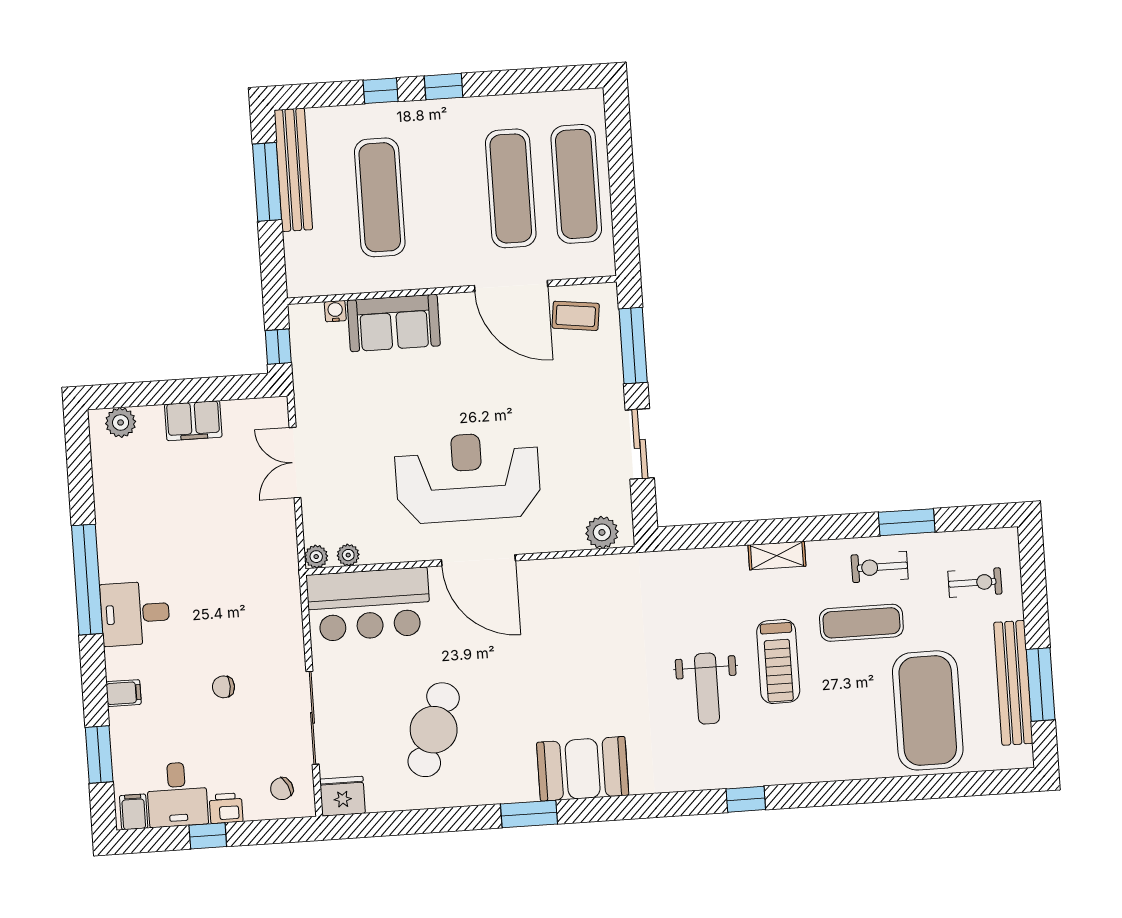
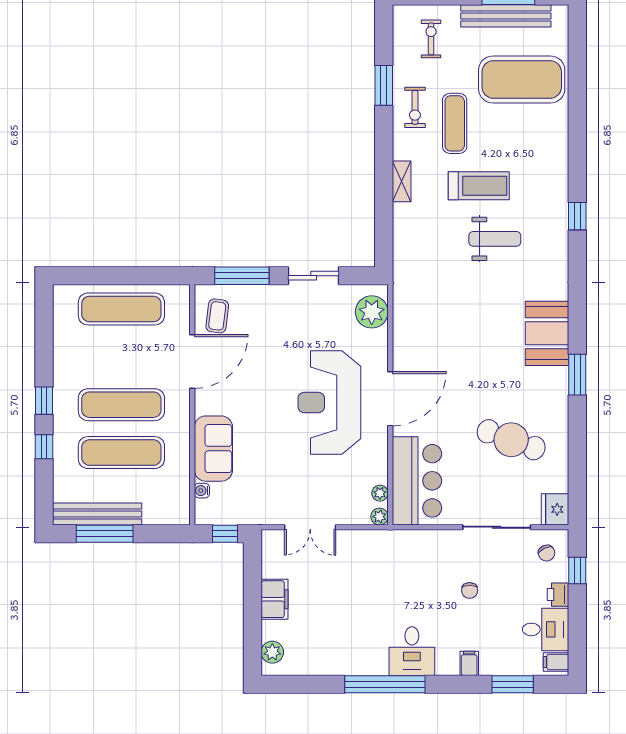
exercise mat: (511, 188) -> (121, 405), moved
plant: (602, 532) -> (372, 312), width x1.36, depth x1.36
window: (208, 836) -> (577, 571), moved

